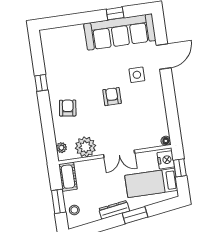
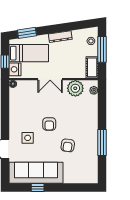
window: (41, 83) -> (102, 142), width x2.17
armchair: (68, 108) -> (68, 145), moved
double door: (119, 154) -> (50, 79), swing flipped
window: (59, 201) -> (102, 49), width x1.44
window: (135, 215) -> (27, 33), moved

